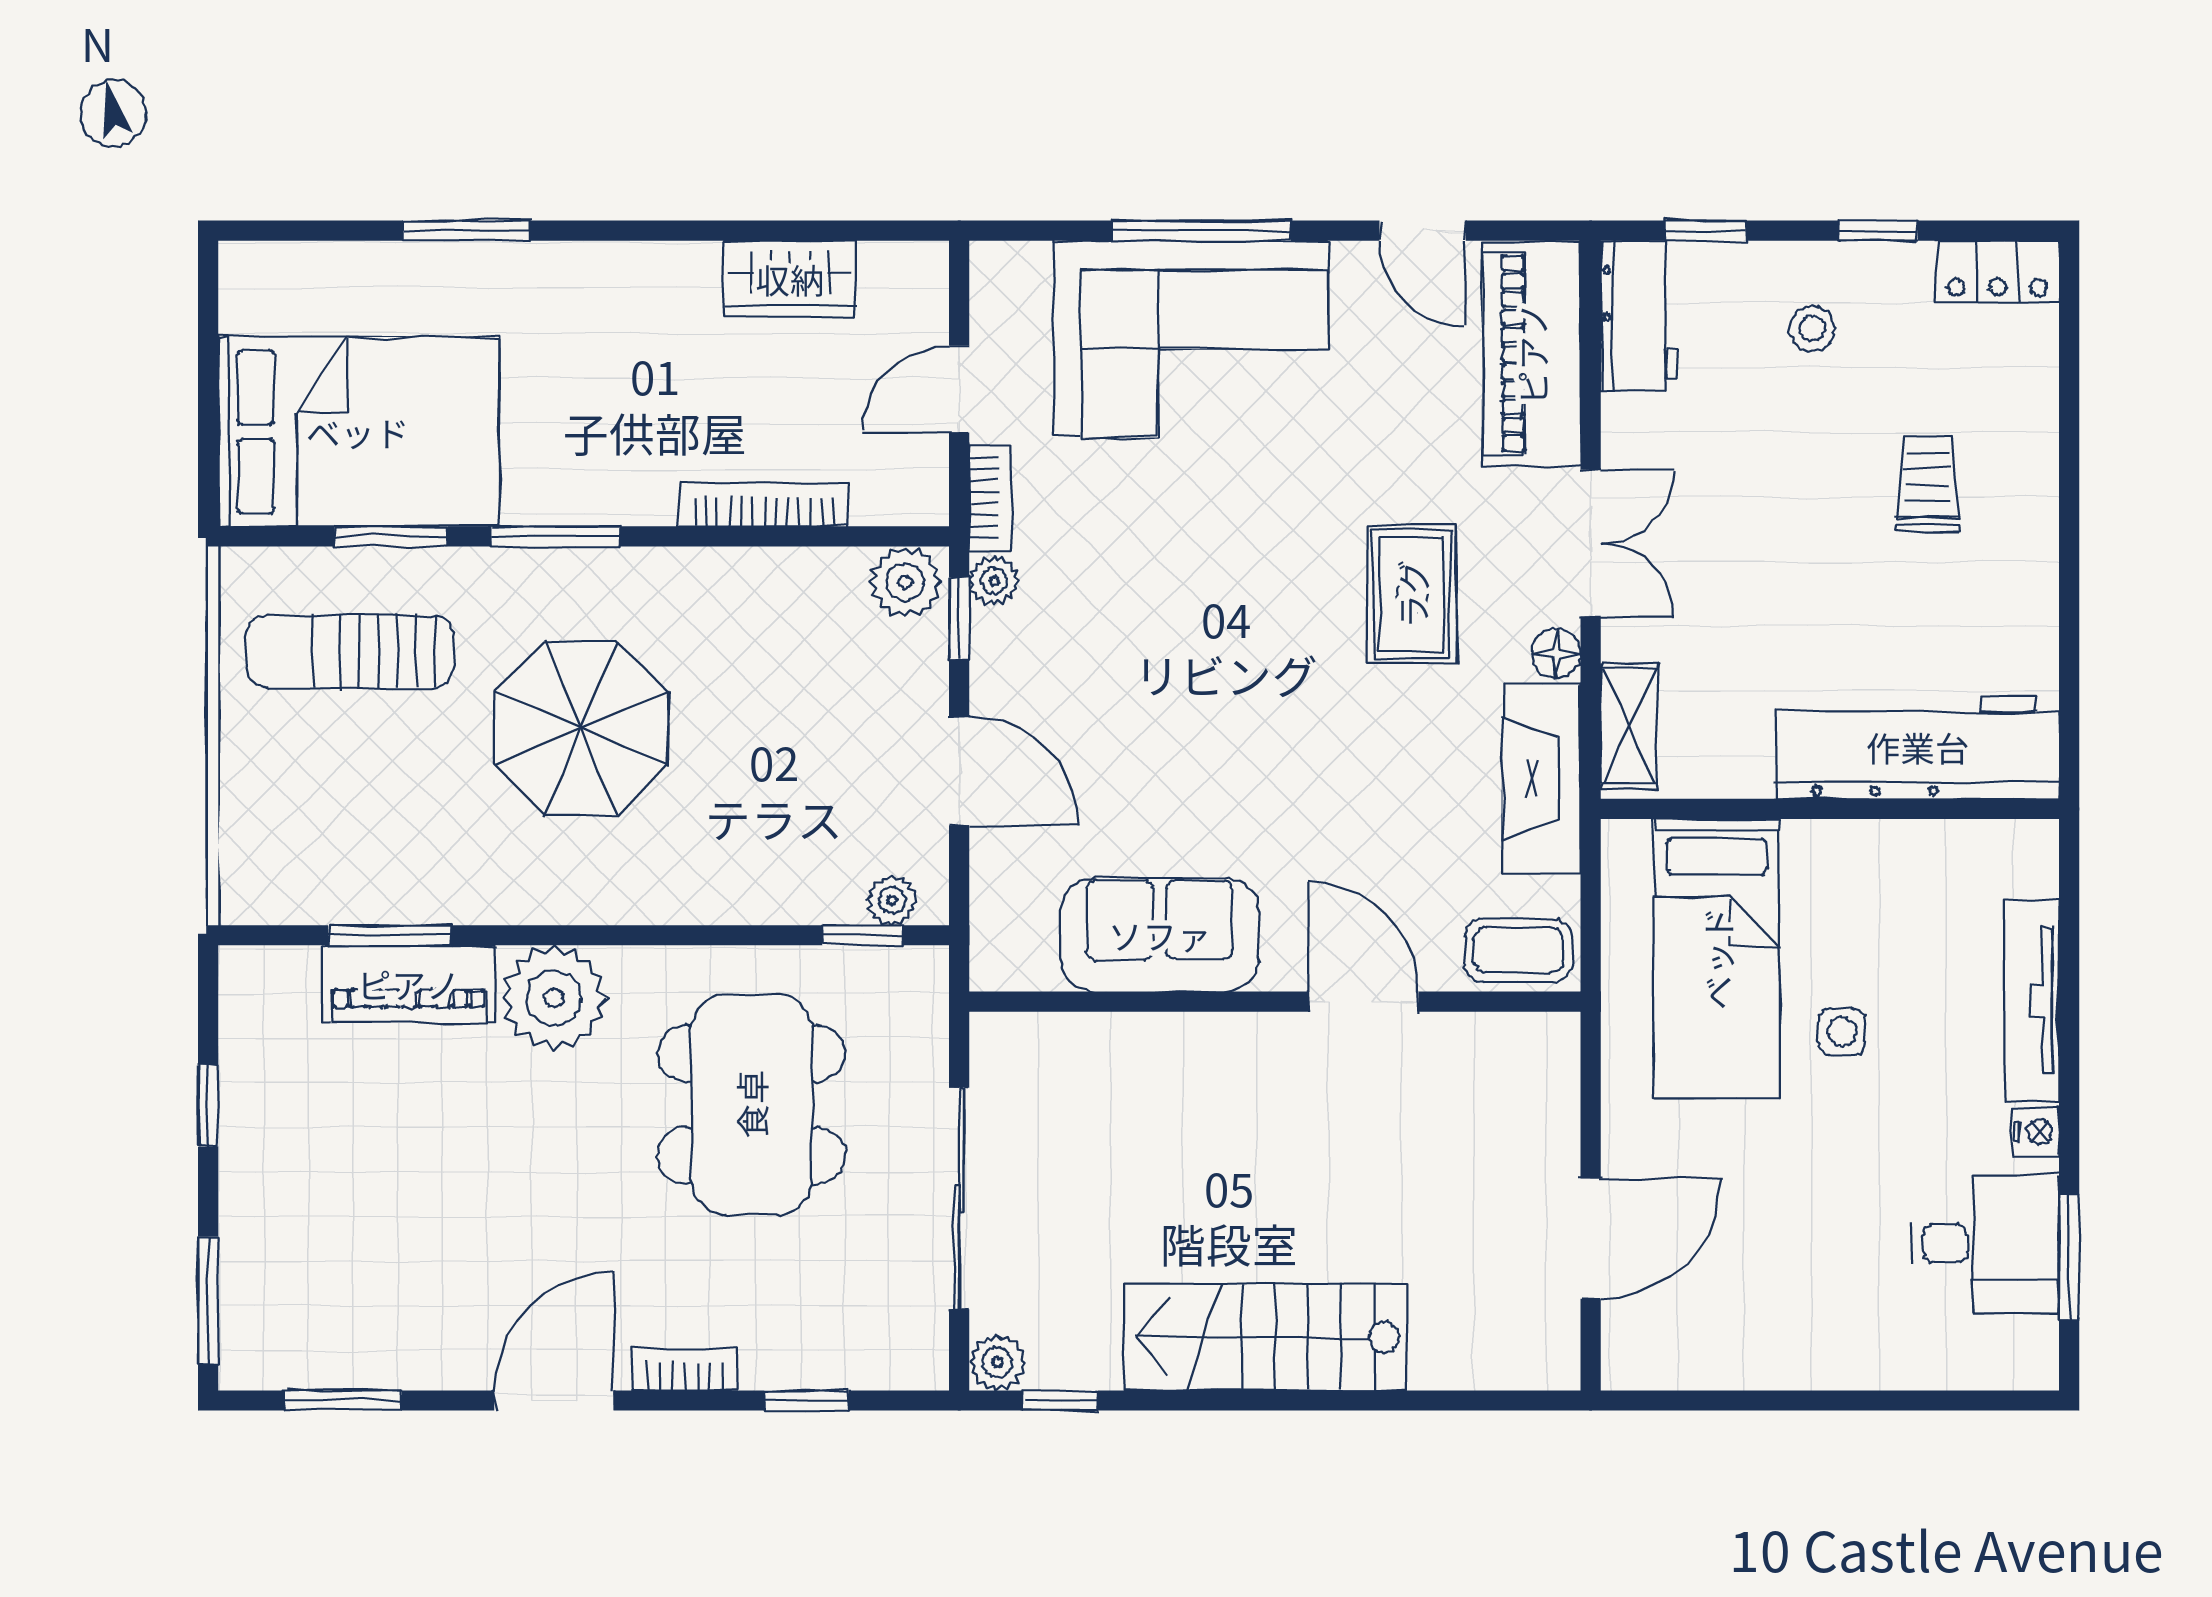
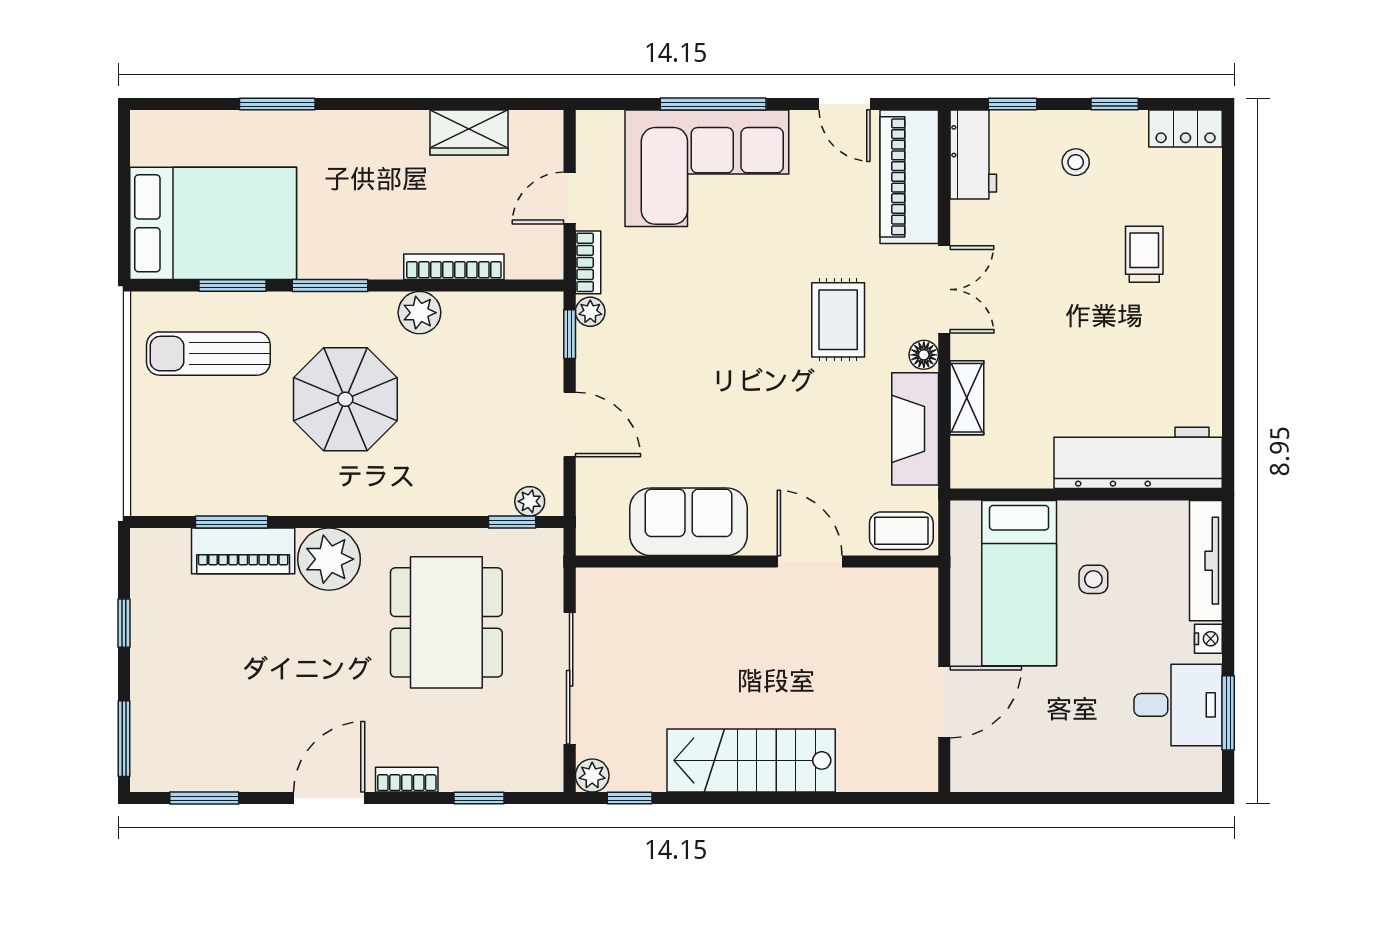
plant: (905, 582) -> (419, 313), moved
workbench: (1918, 747) -> (1138, 458), moved
wall: (1830, 809) -> (1086, 494), moved
bed: (1717, 958) -> (1019, 583), moved

